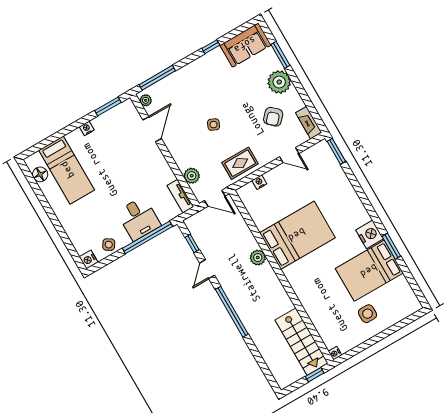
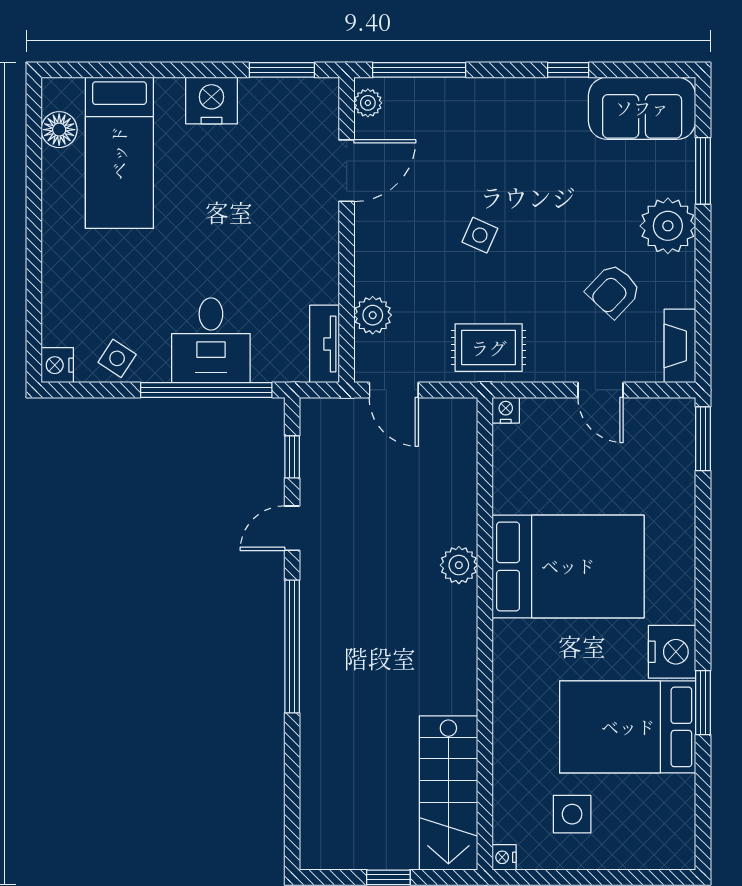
nightstand: (87, 128) -> (211, 101), width x1.89, depth x1.79
bed: (297, 235) -> (568, 566), moved
plant: (258, 258) -> (459, 565), moved
wall: (281, 277) -> (485, 634), moved
stairs: (302, 342) -> (448, 793), moved
nightstand: (335, 353) -> (504, 857), moved

